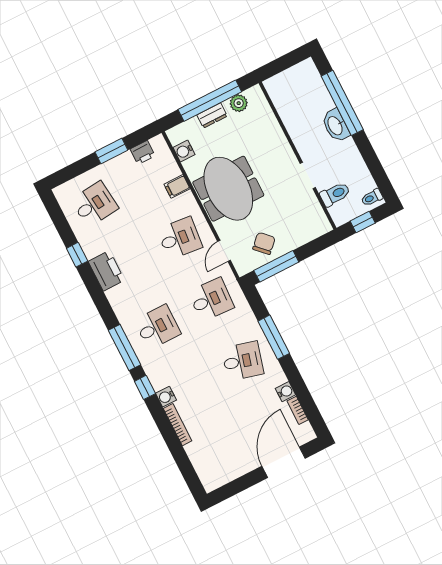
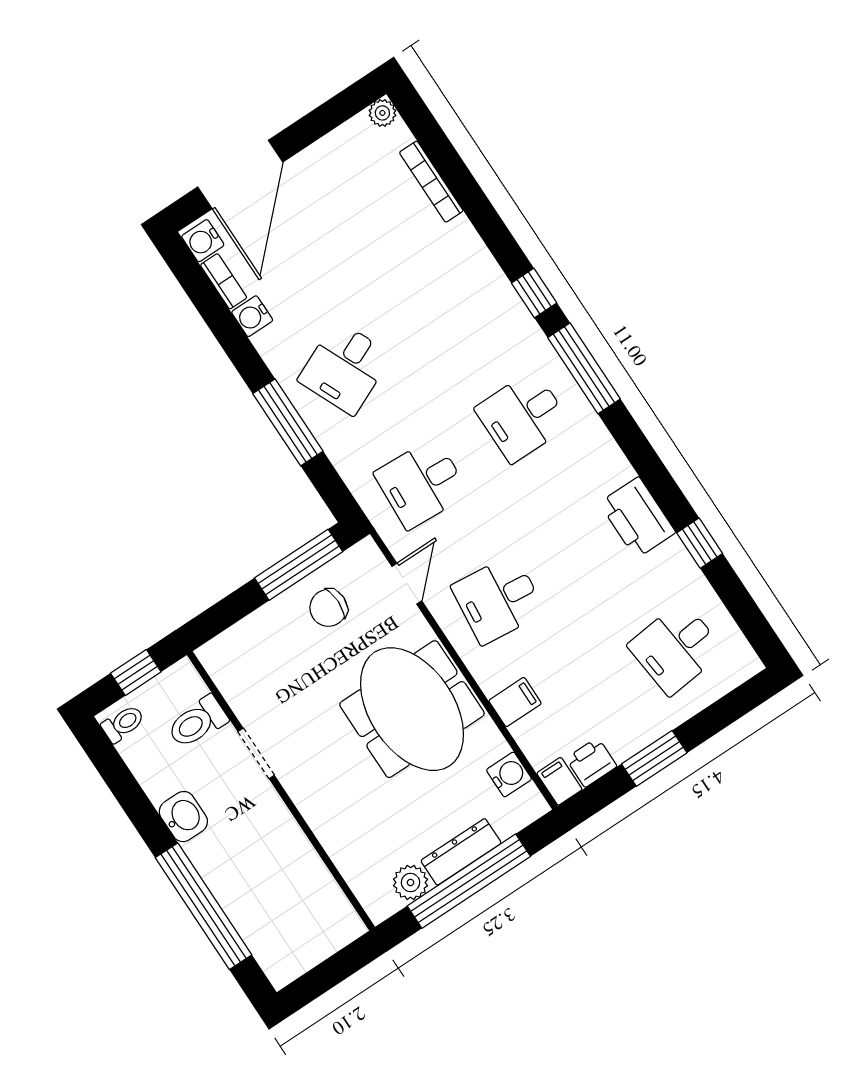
dresser: (212, 115) -> (461, 852), width x1.44
washbasin: (336, 125) -> (183, 817), moved, width x0.72
filing cabinet: (160, 145) -> (559, 781), added
chair: (264, 243) -> (328, 608), turned 45
desk: (243, 361) -> (345, 368), turned -39
water cooler: (166, 397) -> (203, 241), moved, turned 180
bookcase: (178, 425) -> (431, 182), moved
plant: (210, 485) -> (382, 113), added

